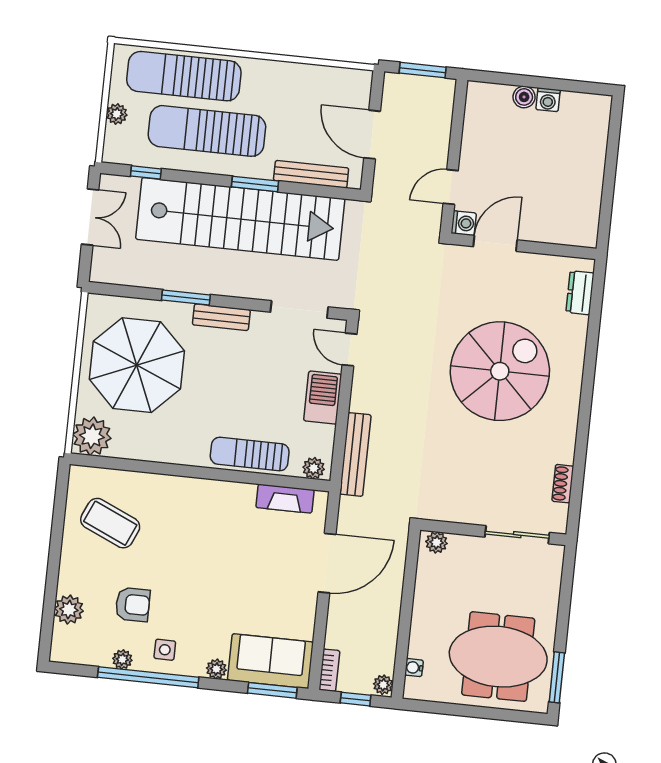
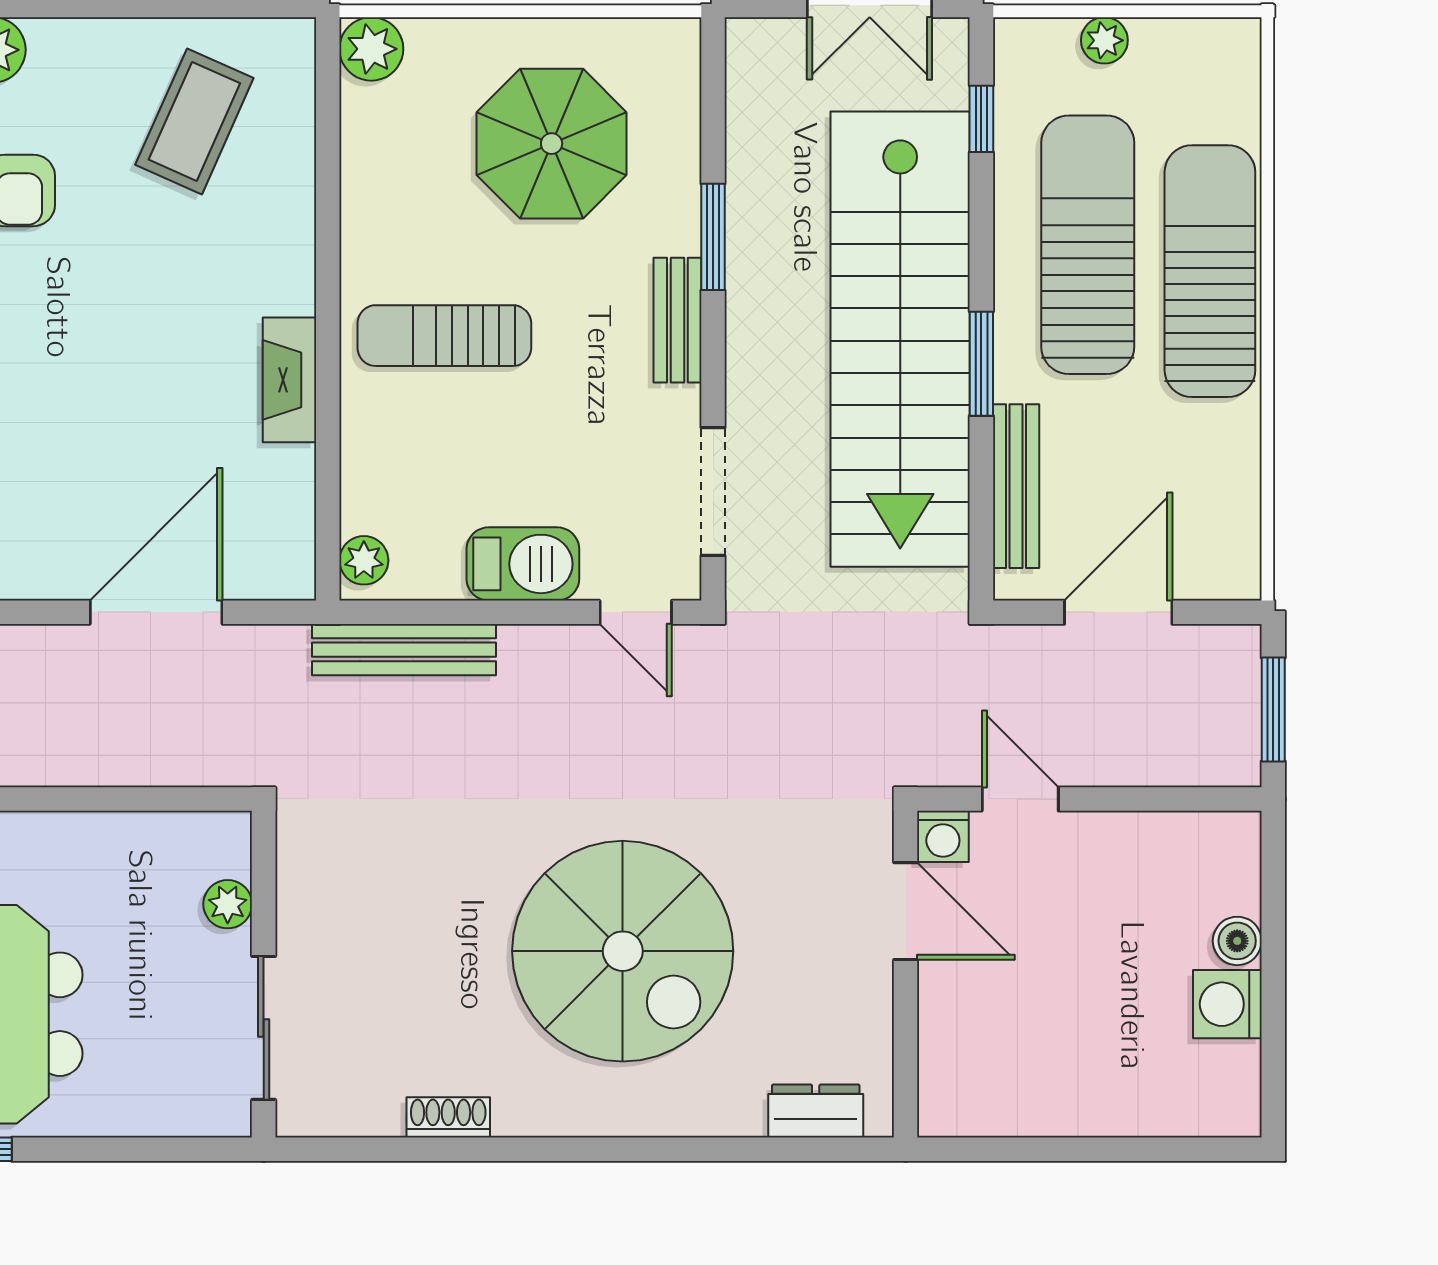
sun lounger: (184, 76) -> (1210, 271), moved
washing machine: (548, 100) -> (1227, 1004), width x1.38, depth x1.38
door: (350, 350) -> (636, 612), swing flipped
parasol: (137, 365) -> (552, 144), width x0.73, depth x0.73
plant: (92, 436) -> (371, 49), width x0.73, depth x0.73
sun lounger: (250, 454) -> (444, 336), moved, turned -90
shoe rack: (563, 484) -> (448, 1117), moved
fireplace: (285, 499) -> (289, 380), moved
plant: (437, 542) -> (228, 904), moved
door: (327, 563) -> (156, 612), swing flipped

